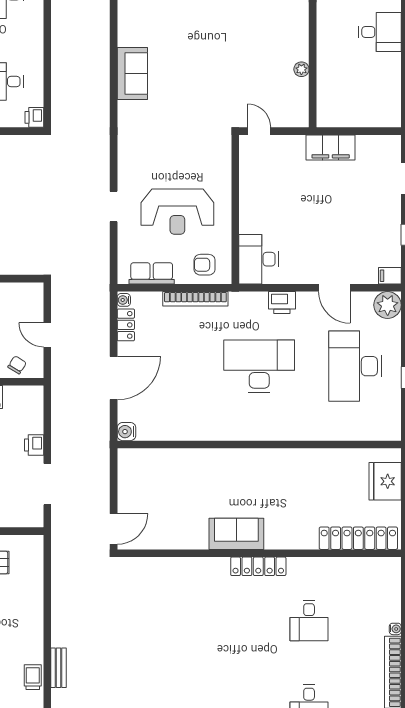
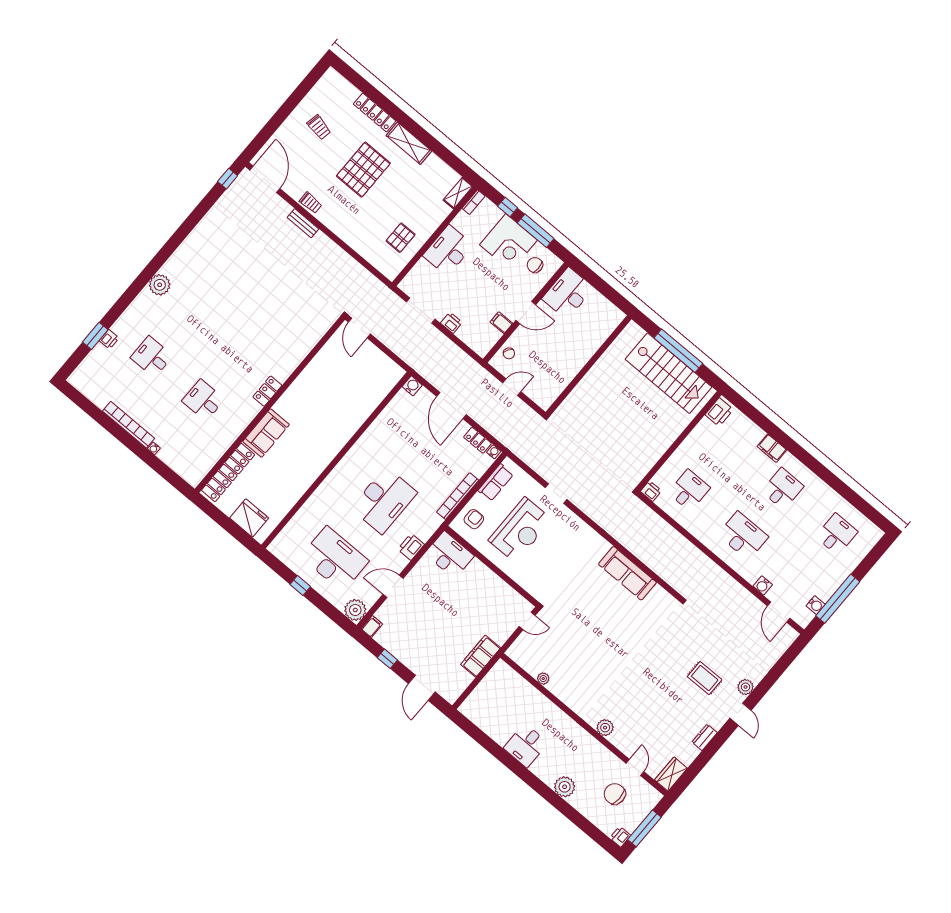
sofa: (132, 74) -> (627, 573), width x1.36
reception desk: (177, 212) -> (520, 530), turned 180
sofa: (236, 534) -> (266, 433), moved
locker: (258, 566) -> (267, 391), width x0.66

